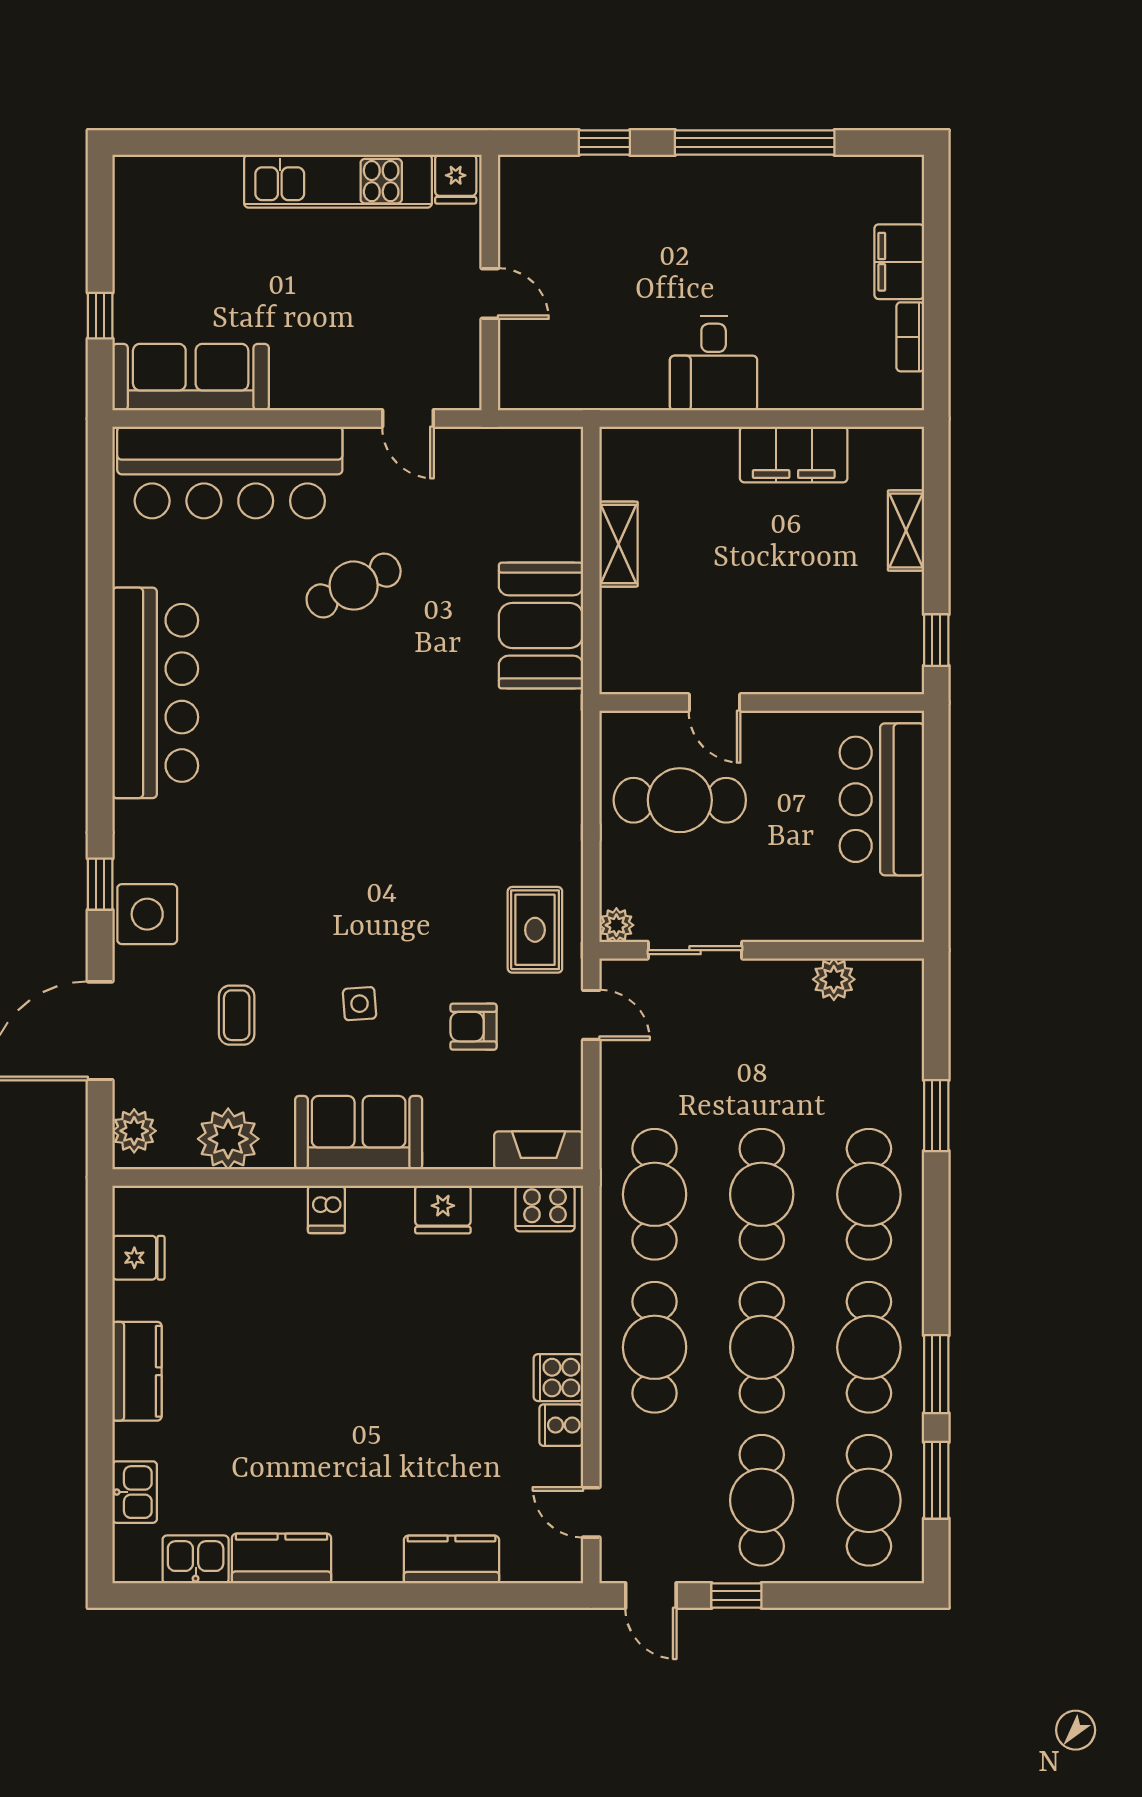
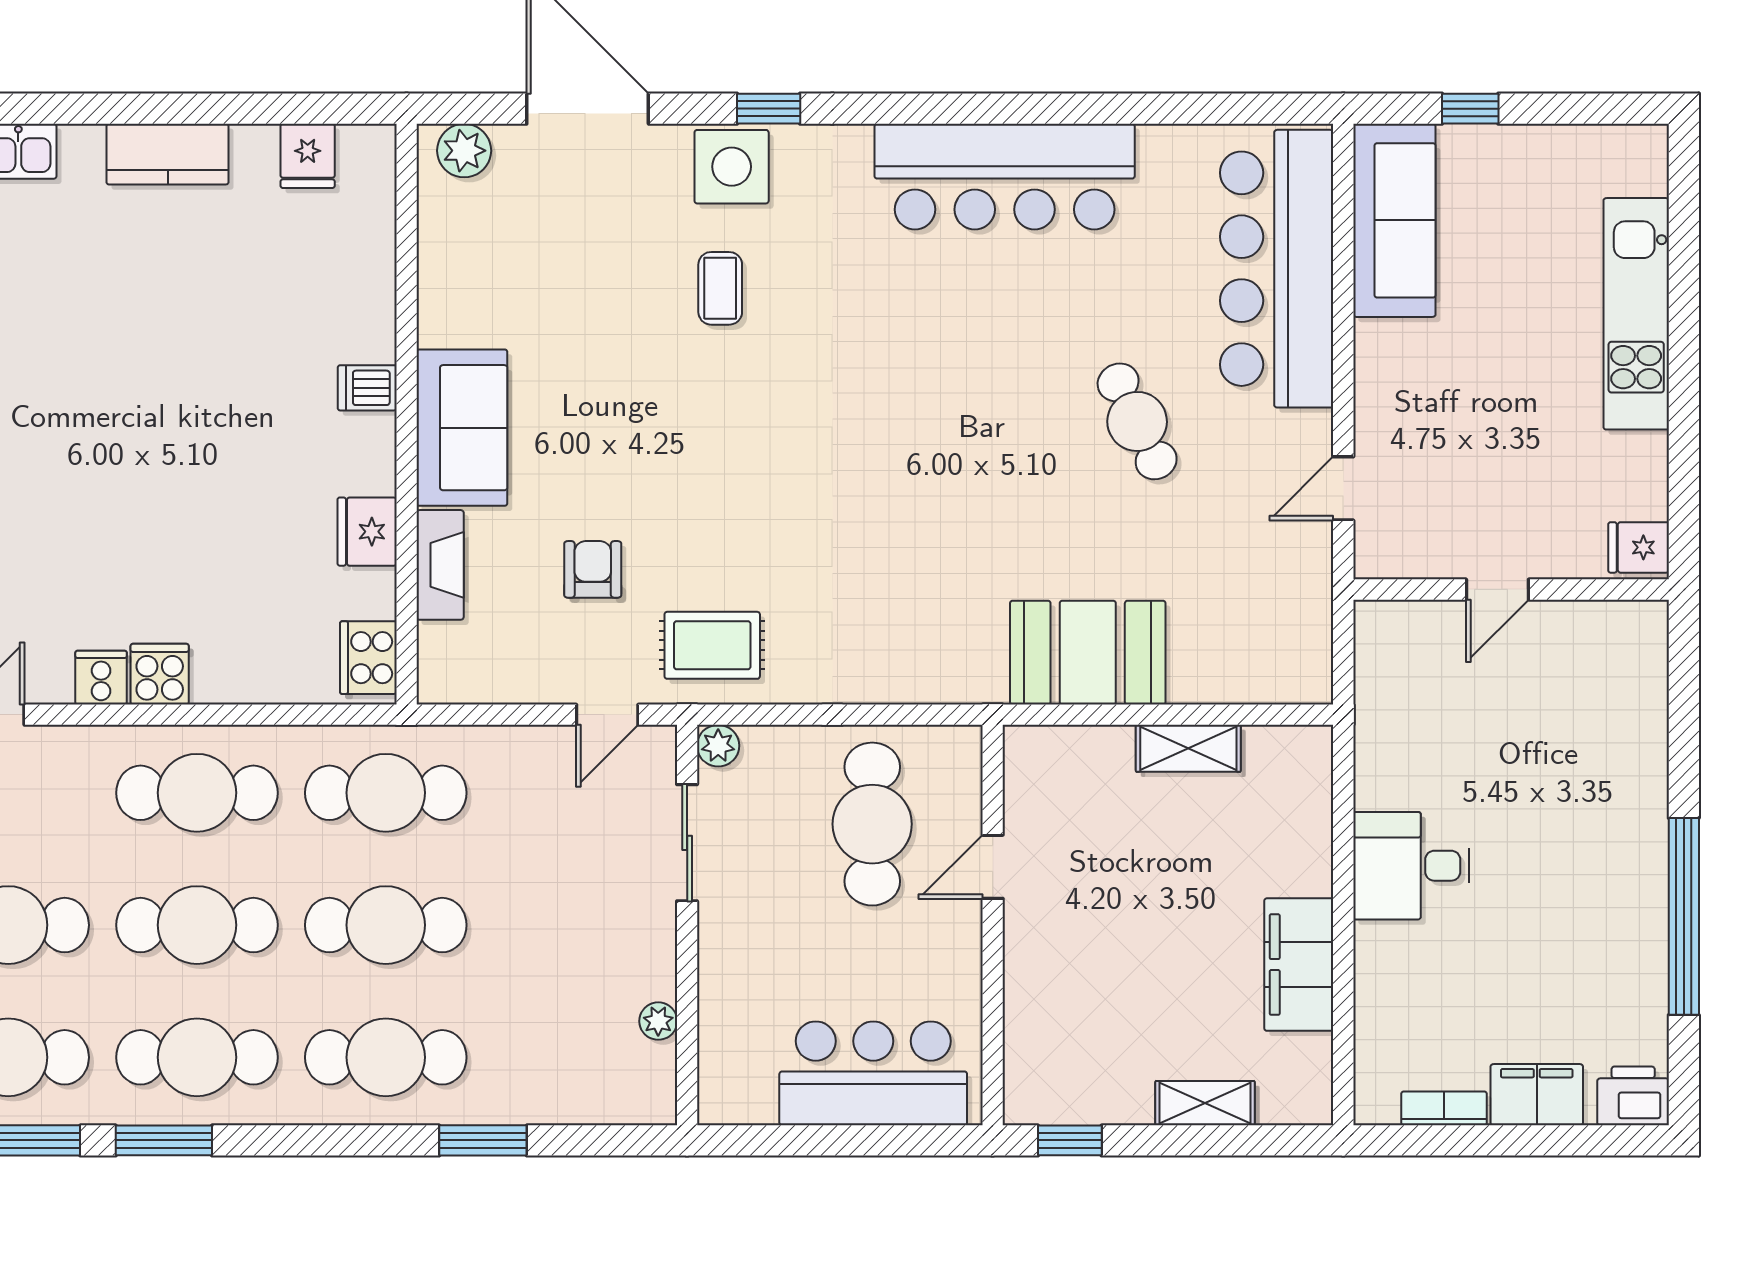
window: (604, 142) -> (1684, 731), removed
kitchen unit: (338, 181) -> (1636, 314), moved
printer: (900, 184) -> (1633, 1096), added
plant: (834, 979) -> (658, 1021), width x0.73, depth x0.73
side table: (360, 1004) -> (621, 429), removed
coffee table: (237, 1015) -> (720, 288), moved, turned 90
plant: (228, 1139) -> (454, 267), removed
fireplace: (539, 1150) -> (440, 565), moved

